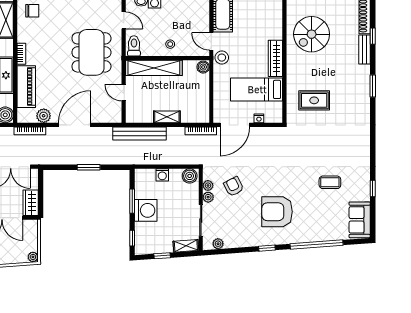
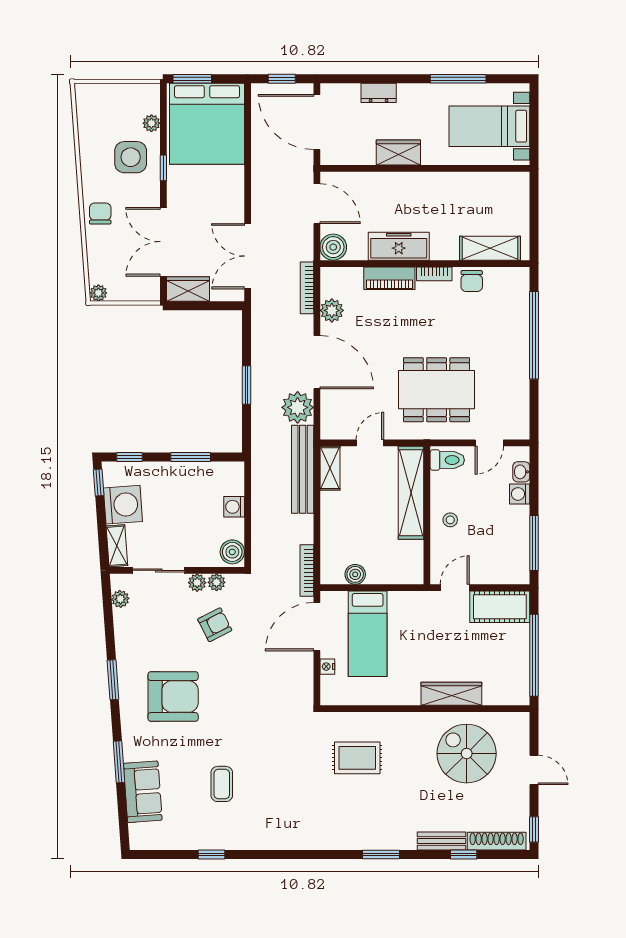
chair: (32, 11) -> (472, 281), moved
stool: (222, 58) -> (428, 605), removed
wardrobe: (275, 58) -> (451, 694), moved
boiler: (203, 67) -> (355, 574), moved
piano: (26, 87) -> (389, 278), width x0.73, depth x0.75
bed: (257, 89) -> (368, 634), moved, turned 180
rug: (314, 100) -> (357, 758), turned 90
shelving: (167, 117) -> (330, 468), moved
door: (235, 125) -> (317, 627), hinge flipped
plant: (102, 136) -> (298, 407), added
washing machine: (146, 210) -> (123, 505), moved, turned -94
armchair: (277, 212) -> (173, 697), turned 90
sofa: (360, 220) -> (143, 792), moved, turned 86
window: (317, 244) -> (119, 762), width x0.47
window: (267, 248) -> (113, 680), width x1.50
window: (162, 256) -> (99, 482), moved

